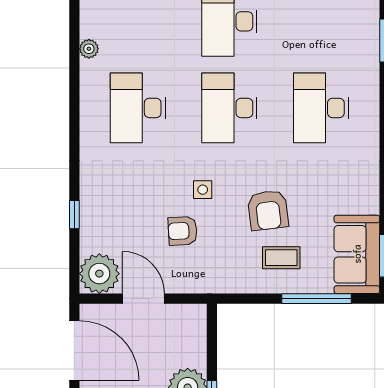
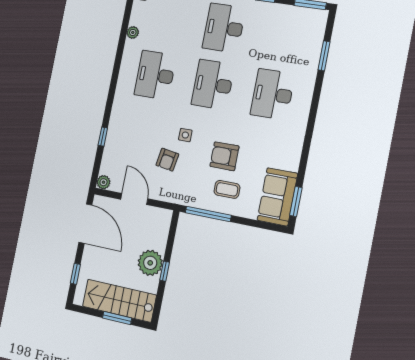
armchair: (268, 210) -> (224, 156), turned 97
armchair: (183, 231) -> (167, 160), turned -78
plant: (99, 274) -> (104, 182), width x0.53, depth x0.53
window: (316, 299) -> (208, 214), moved

